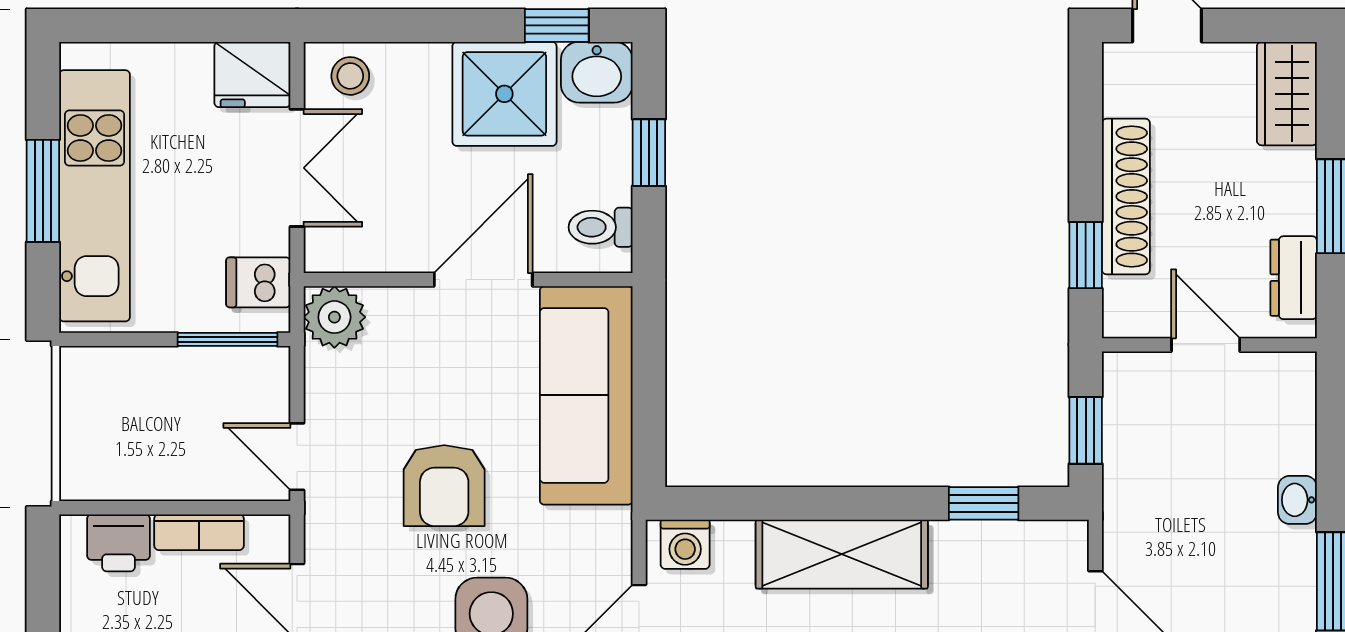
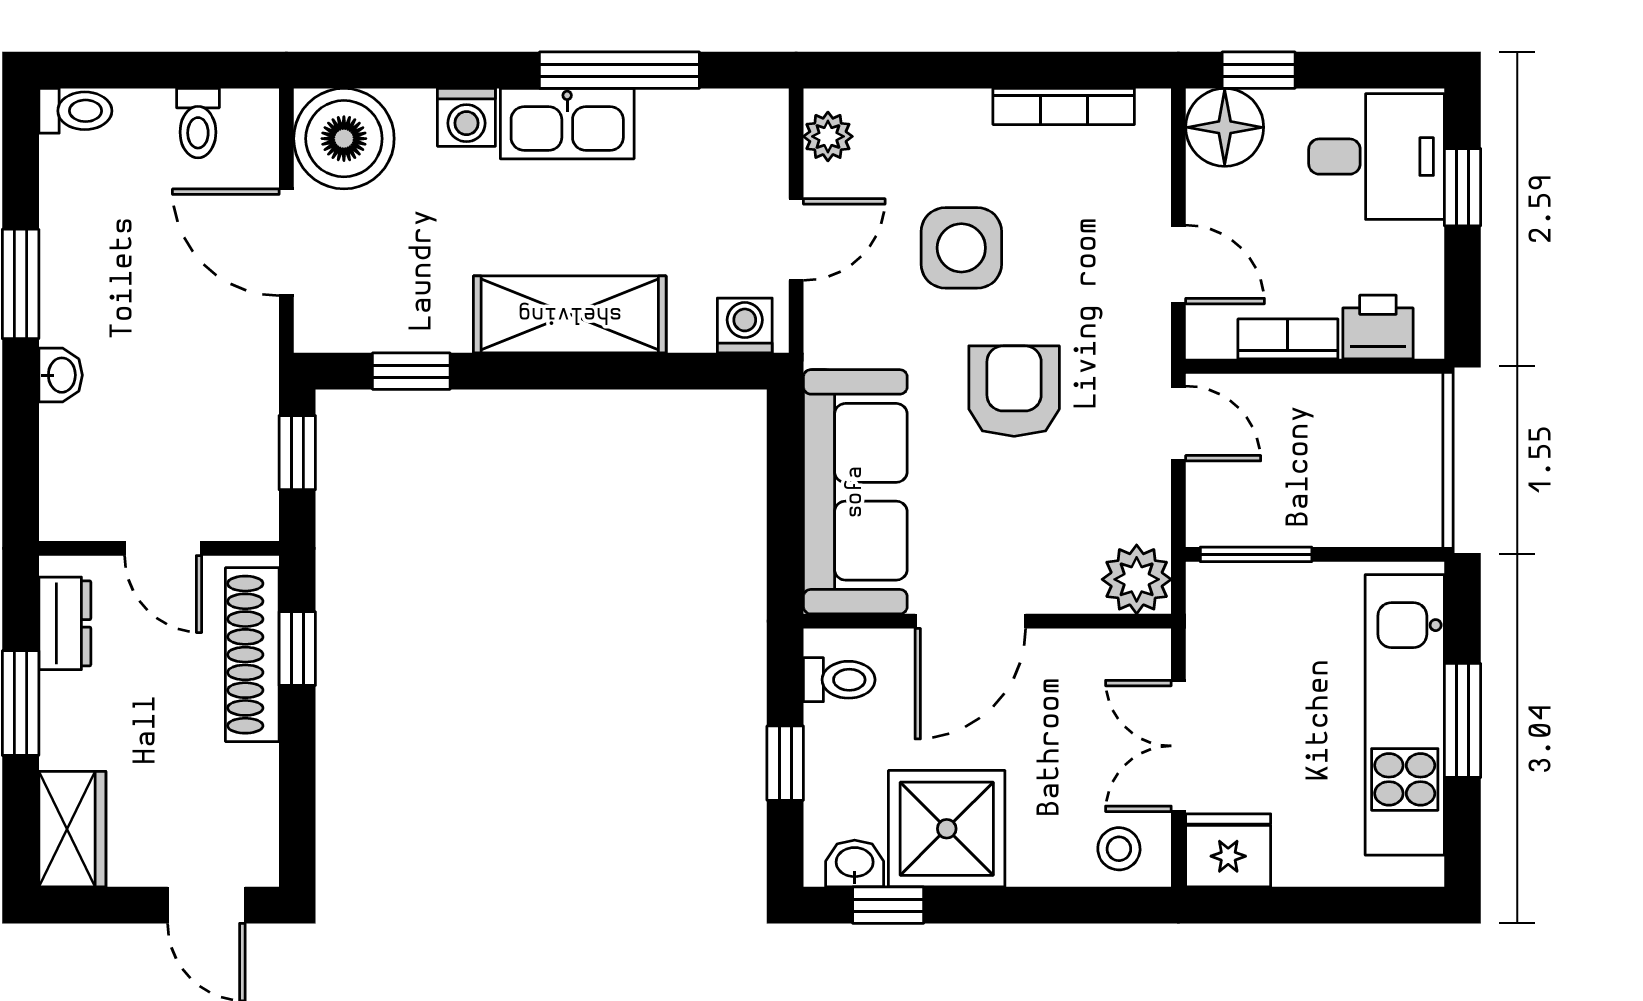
washbasin: (597, 72) -> (855, 864), width x0.72, depth x0.69
shoe rack: (1126, 196) -> (252, 655), moved
dishwasher: (258, 282) -> (1222, 618), removed

